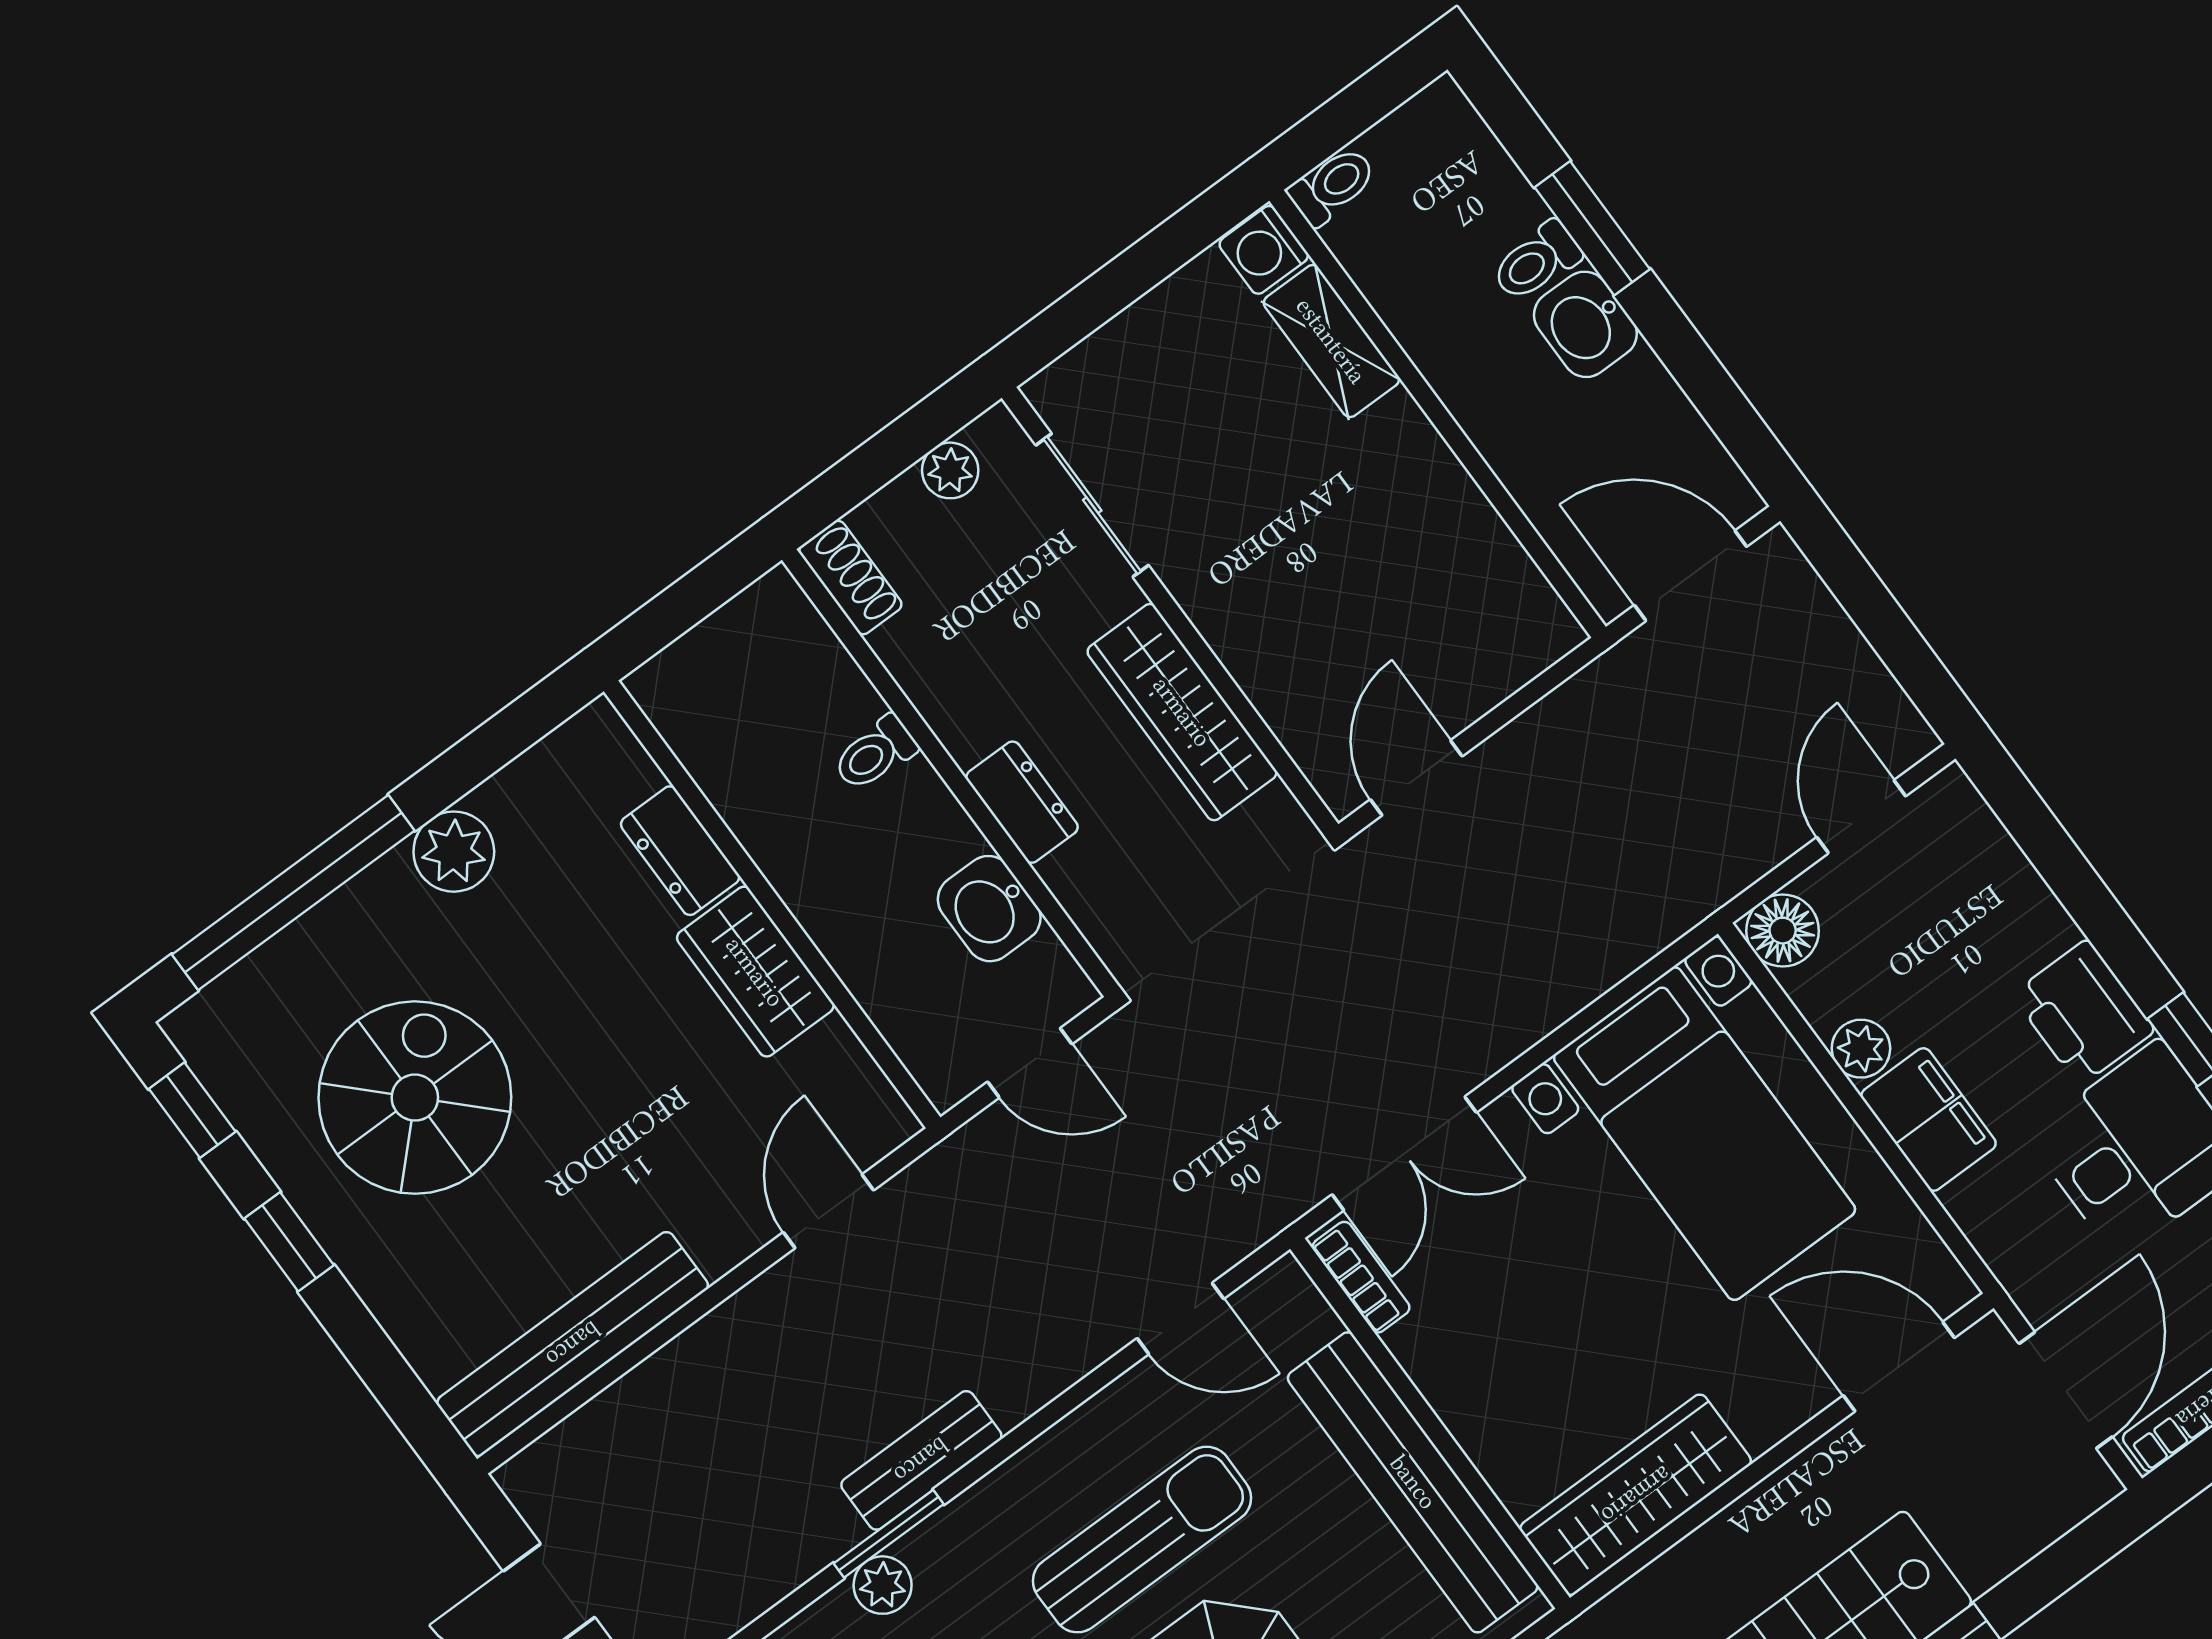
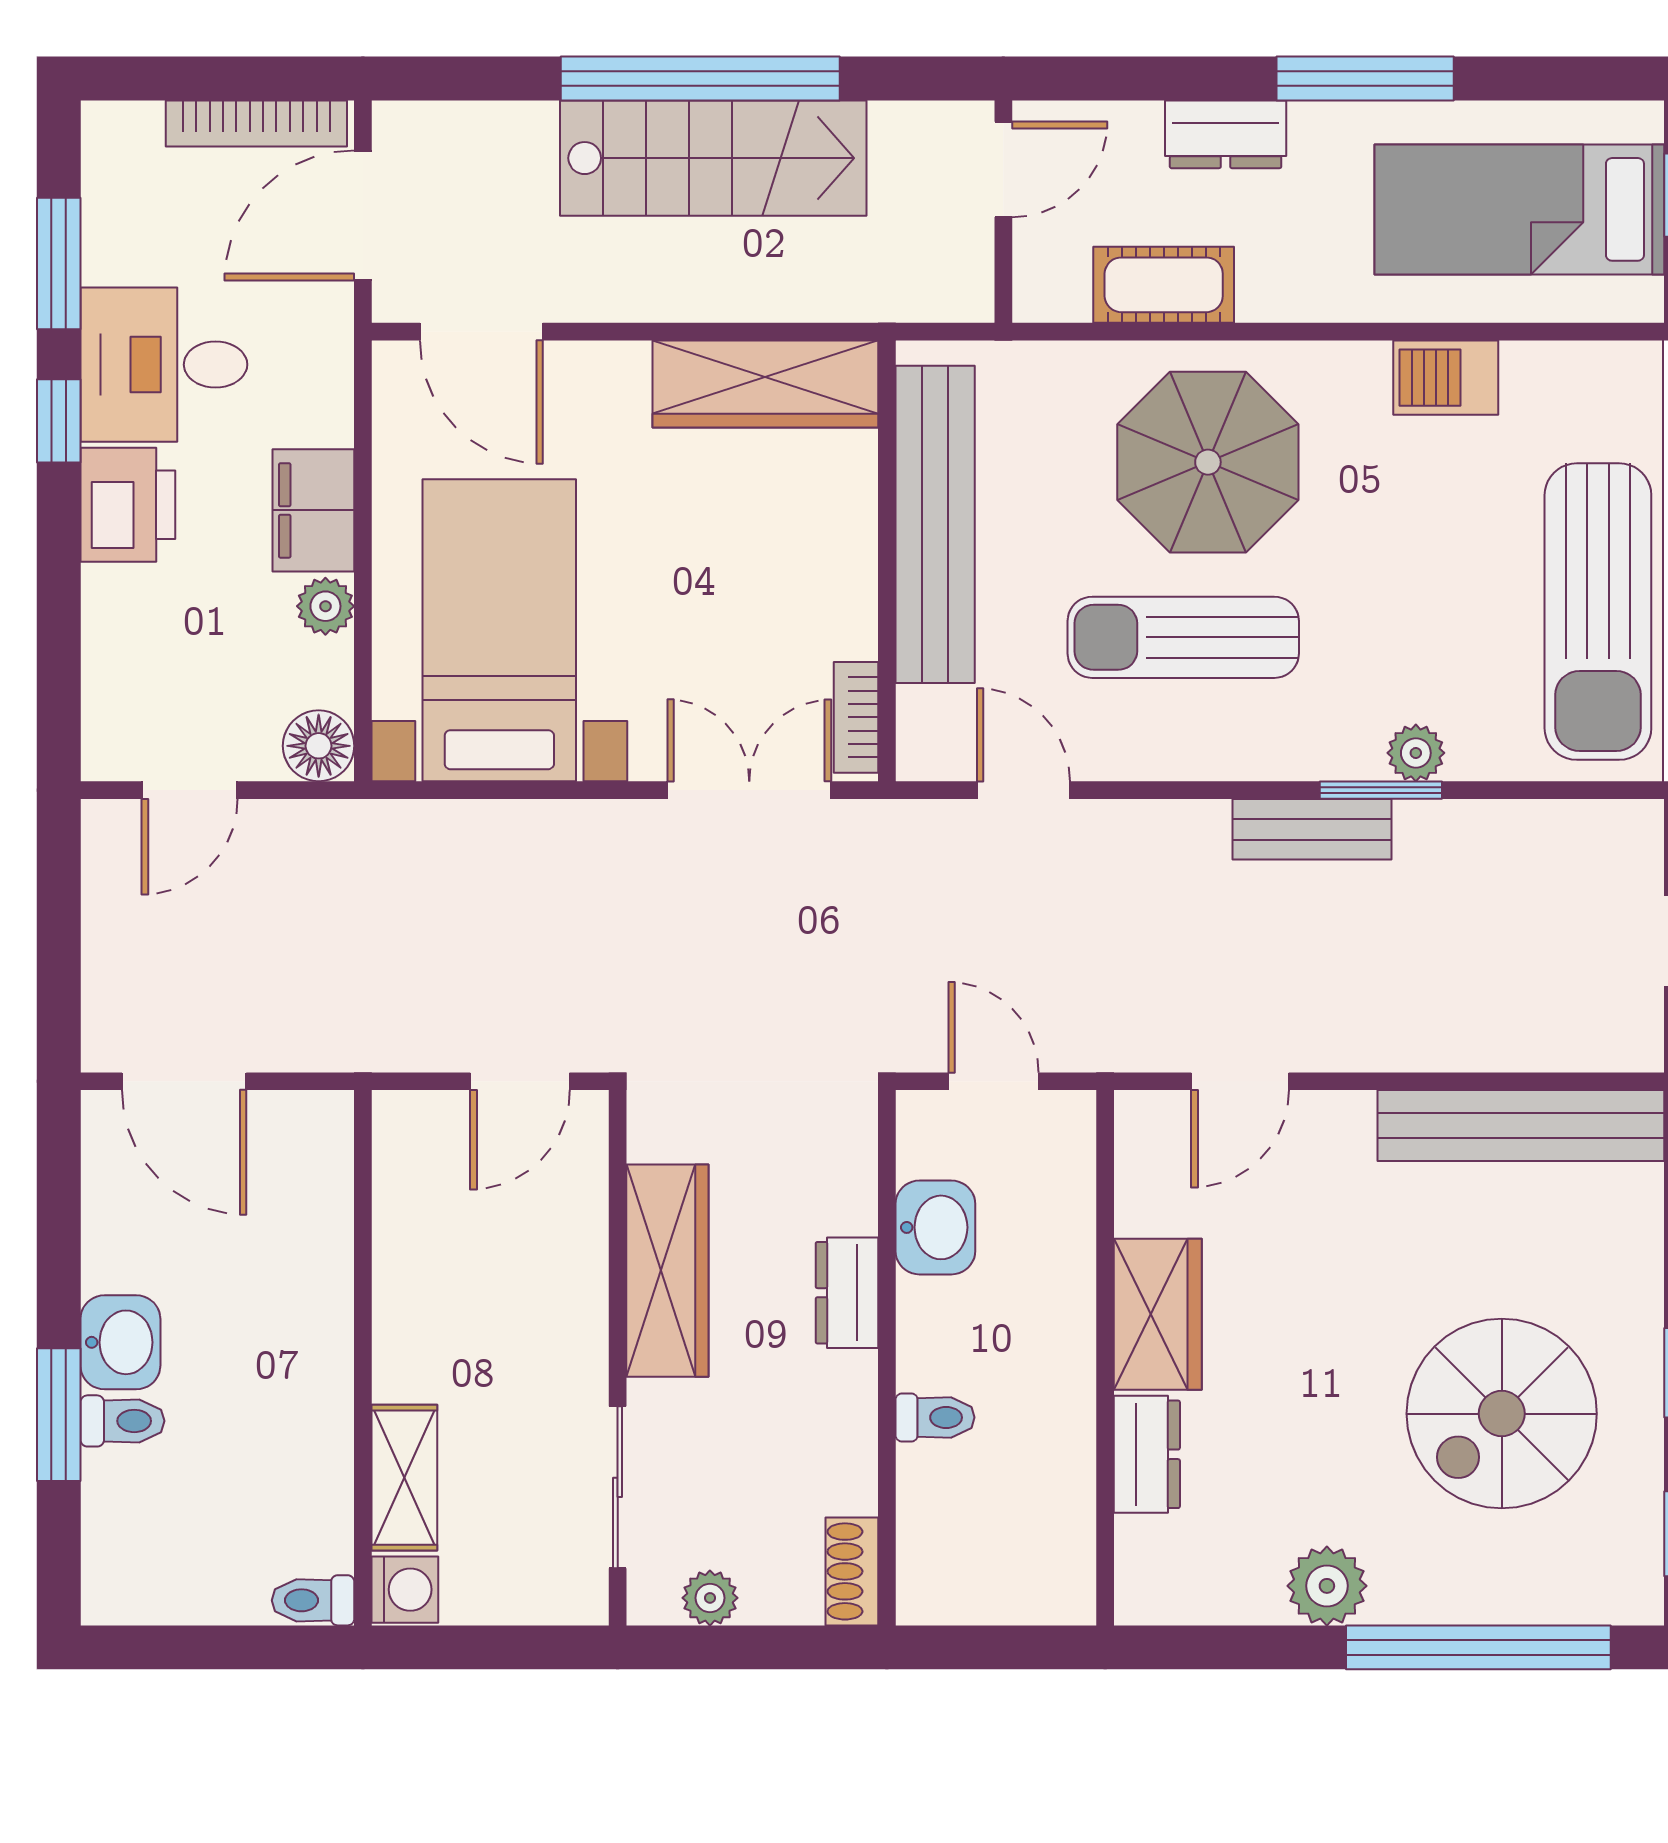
toilet: (1332, 186) -> (313, 1600), moved
washing machine: (1264, 250) -> (405, 1590), moved
shelving: (1331, 341) -> (404, 1478), moved
wall: (1437, 414) -> (363, 1358), moved

